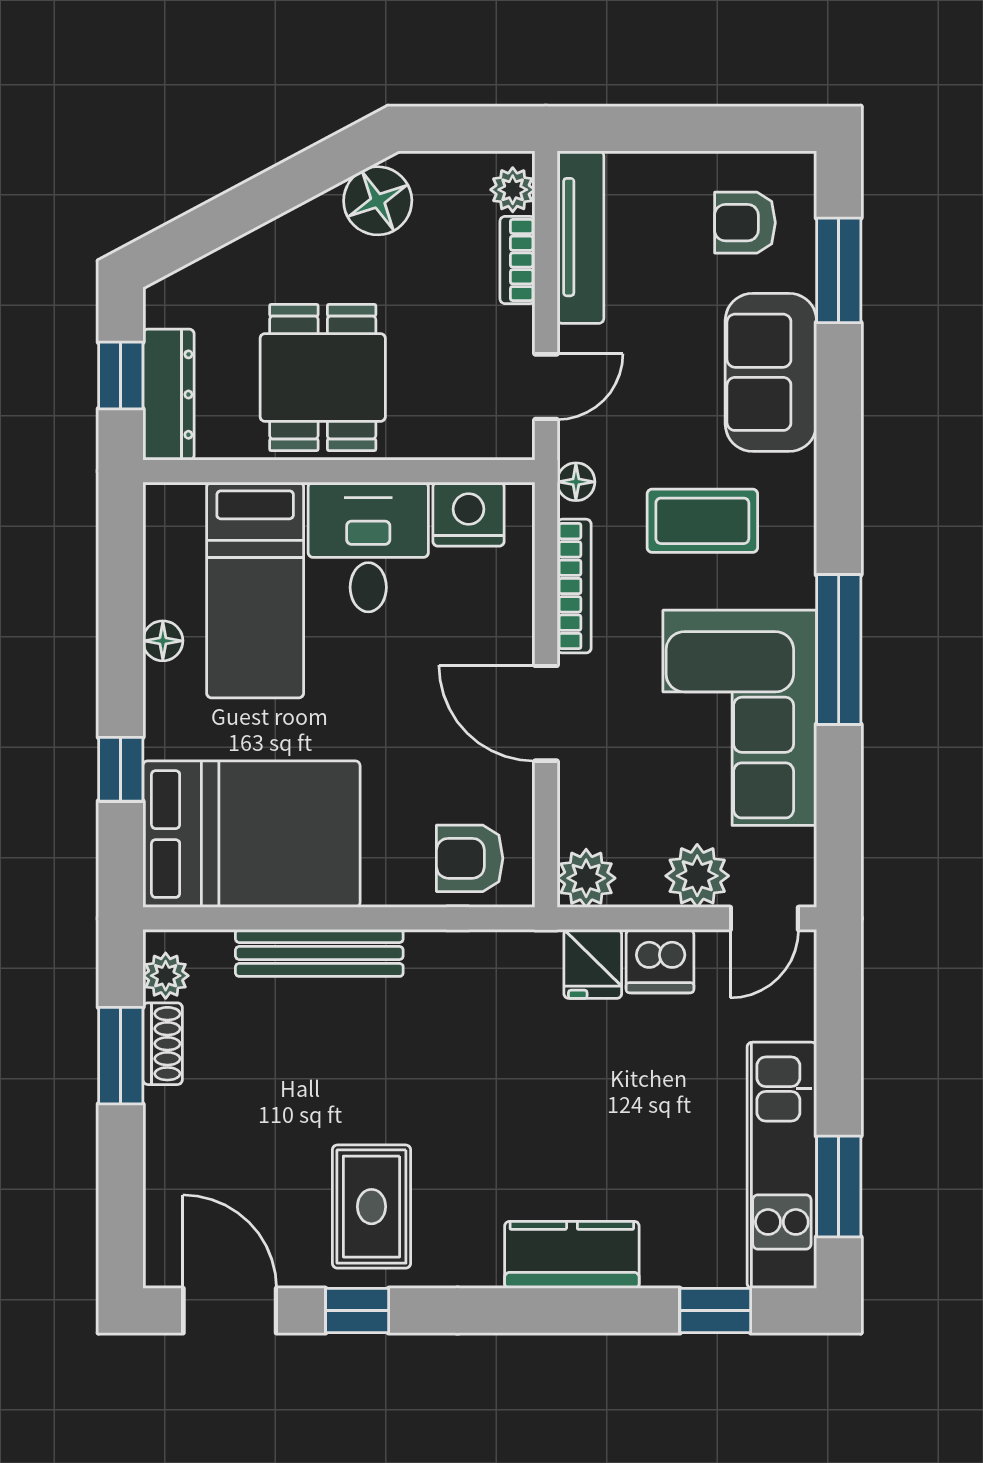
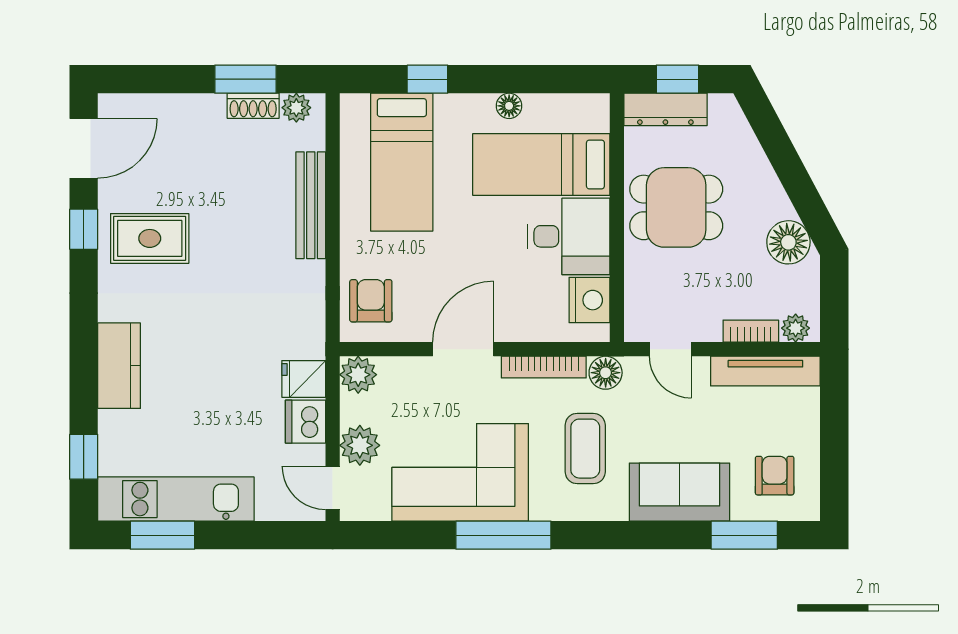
floor lamp: (576, 482) -> (606, 373), width x1.37, depth x1.37
bed: (251, 834) -> (402, 162), width x0.67

